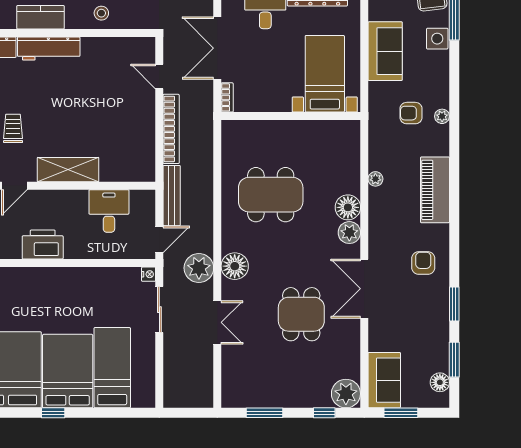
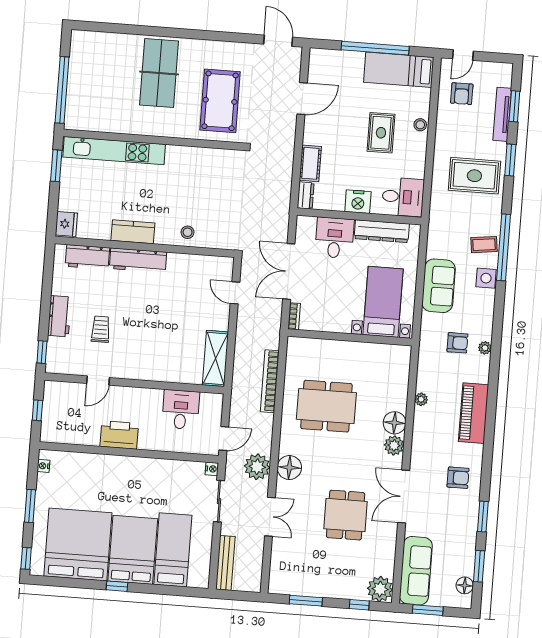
armchair: (411, 113) -> (457, 343), turned 180
bookcase: (171, 129) -> (270, 381), moved, turned 180
shelving: (68, 170) -> (215, 358), moved, turned 90
bench: (172, 196) -> (225, 563), moved
armchair: (423, 263) -> (458, 478), turned 90
sofa: (384, 380) -> (416, 571), width x1.36

